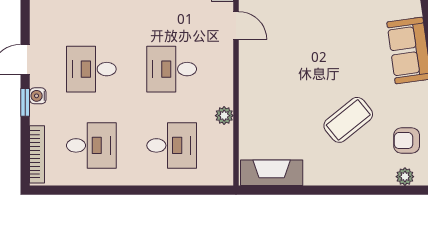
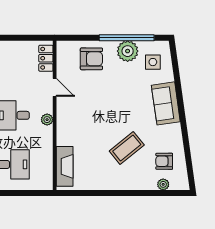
plant: (224, 116) -> (47, 120), moved
fireplace: (272, 173) -> (65, 166), moved, turned 90

